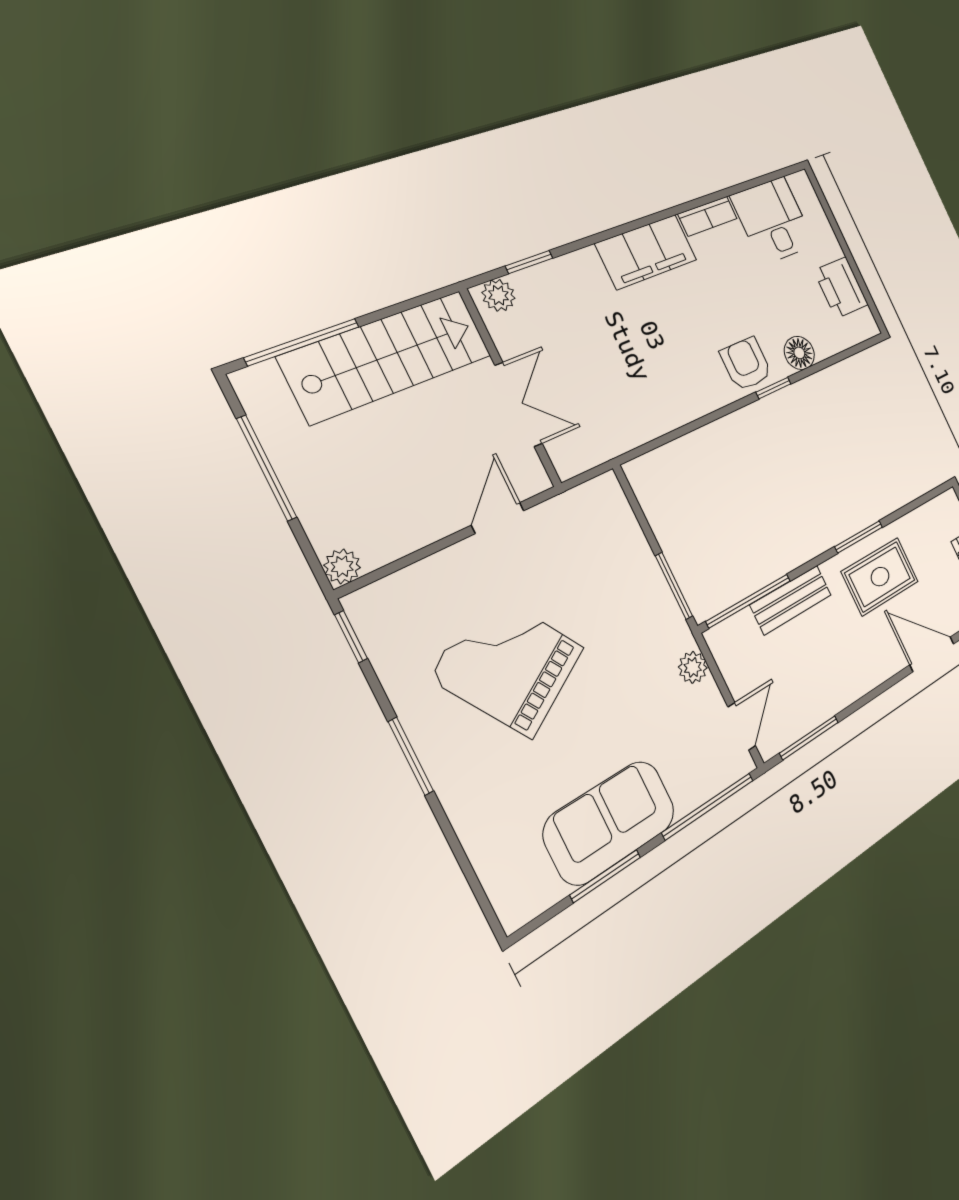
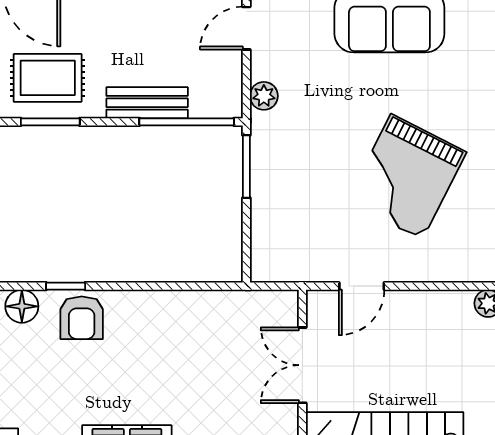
grand piano: (508, 663) -> (406, 177), turned 59

